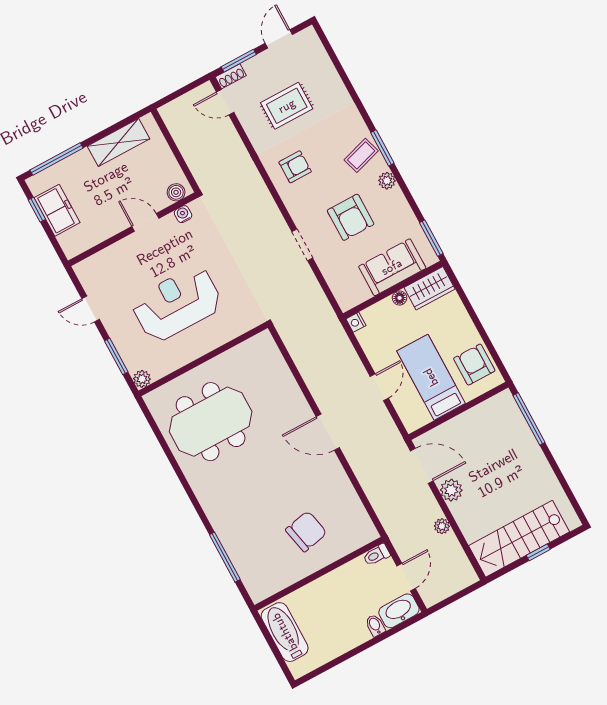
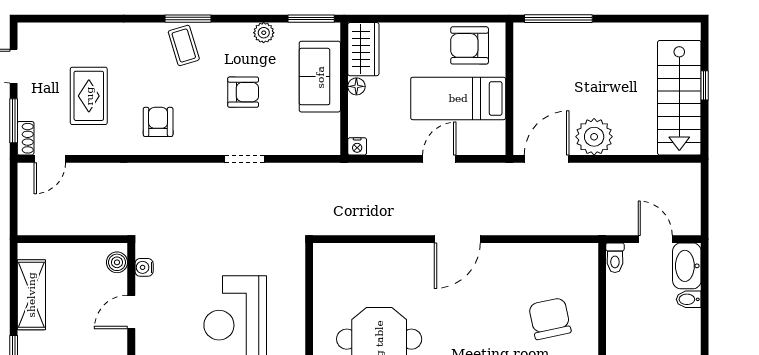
plant: (387, 181) -> (264, 33), moved
armchair: (351, 217) -> (243, 92), width x0.72, depth x0.72
door: (379, 387) -> (439, 159), hinge flipped
plant: (451, 490) -> (594, 137), width x1.36, depth x1.36
plant: (442, 526) -> (622, 172), removed

